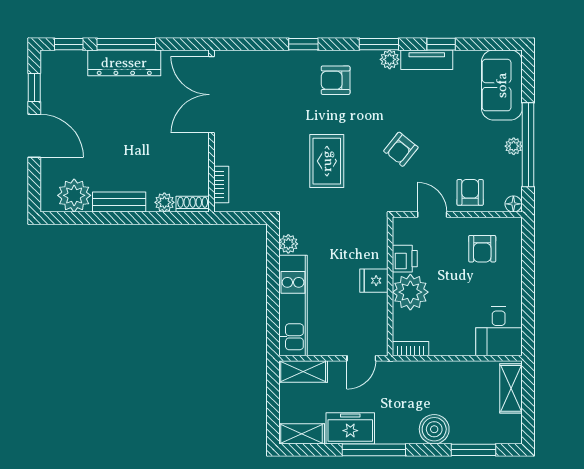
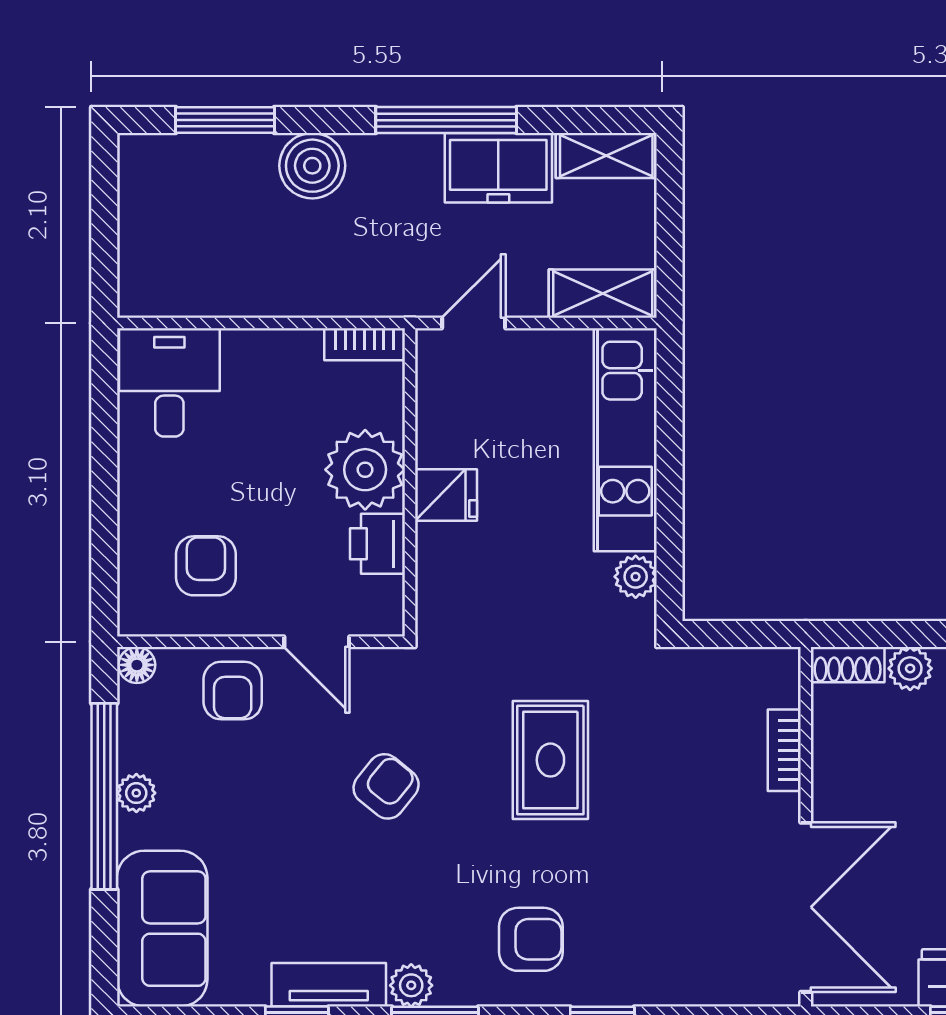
bookcase: (221, 185) -> (784, 750), moved
shelving: (511, 388) -> (142, 256), removed

